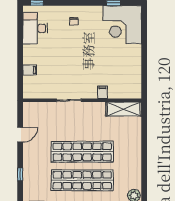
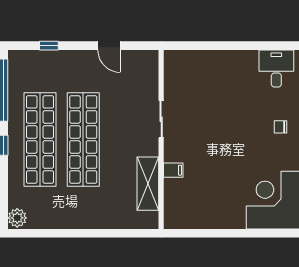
desk: (35, 28) -> (276, 68), width x0.73
filing cabinet: (30, 70) -> (207, 60), removed
shelving: (124, 109) -> (148, 184), moved

